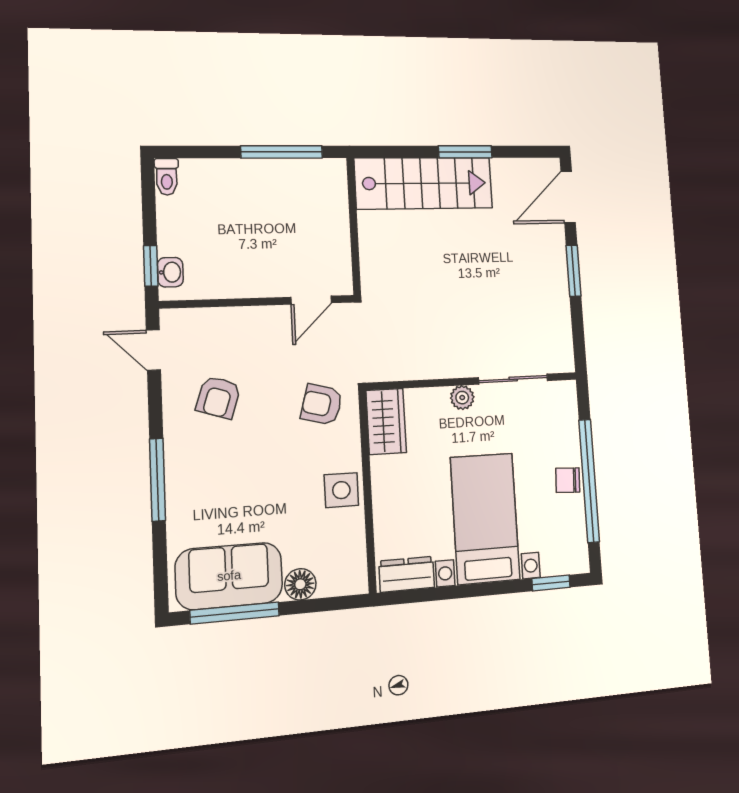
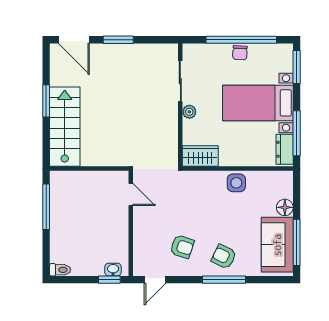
armchair: (322, 405) -> (224, 257), moved, turned 101
window: (551, 583) -> (297, 67), width x1.50
window: (436, 594) -> (297, 133), added

